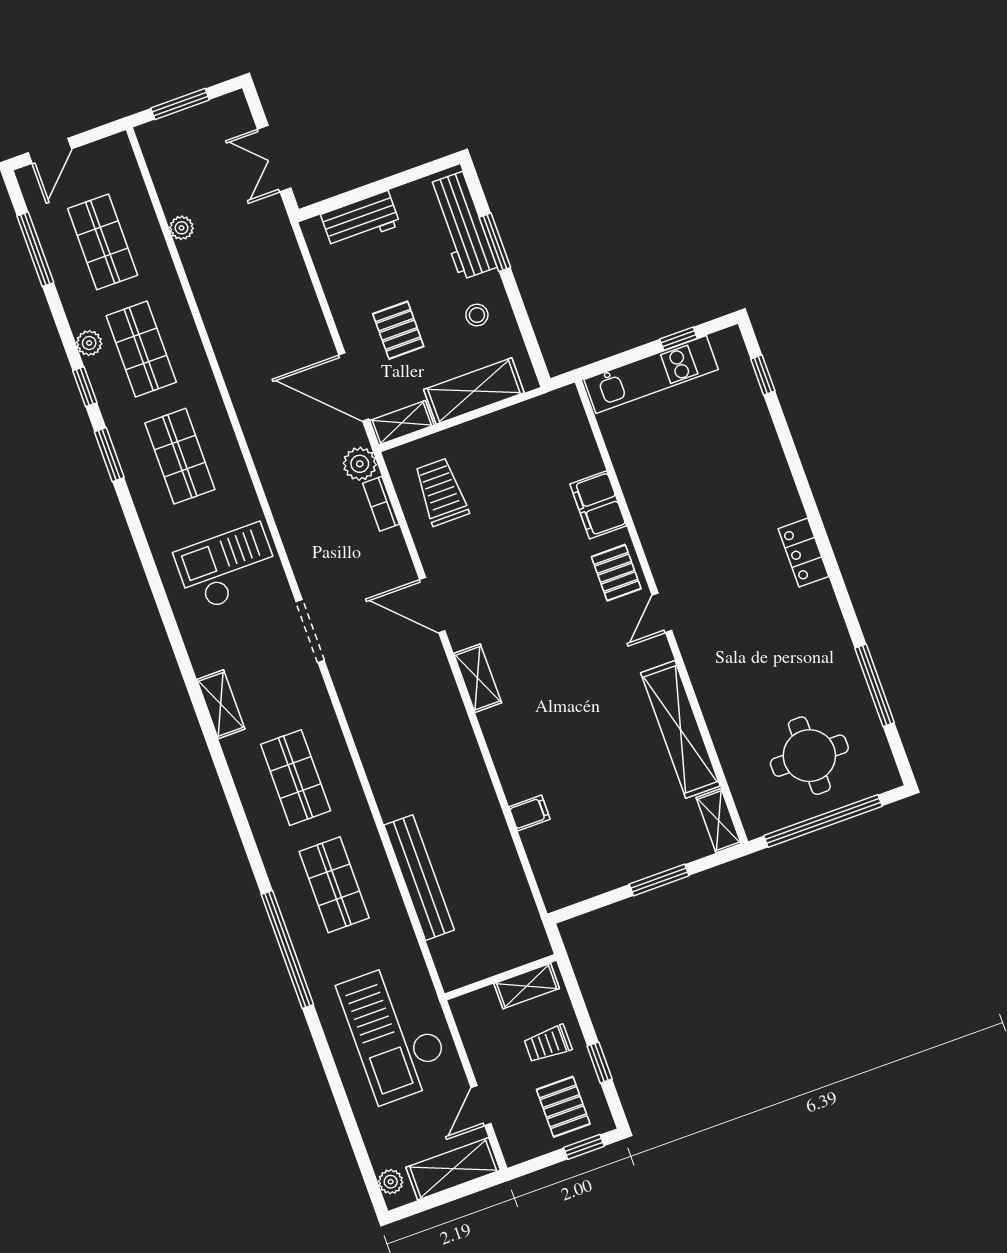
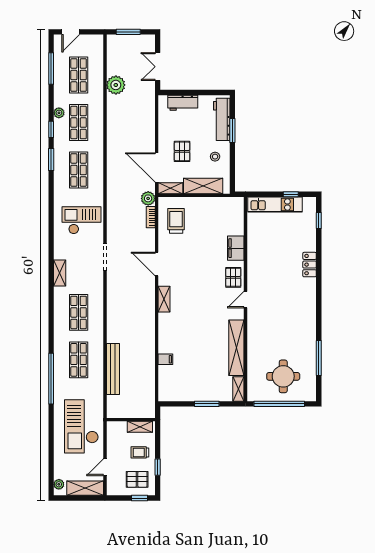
plant: (182, 228) -> (116, 85), width x1.88, depth x1.88
locker: (803, 553) -> (310, 265), moved
pallet: (563, 1107) -> (137, 479), turned 90

